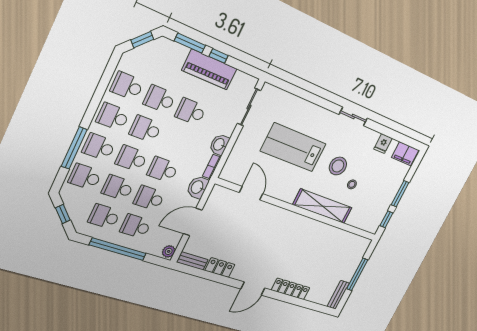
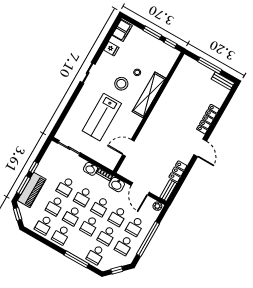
piano: (209, 70) -> (32, 190), moved
school desk: (99, 147) -> (83, 197), moved

